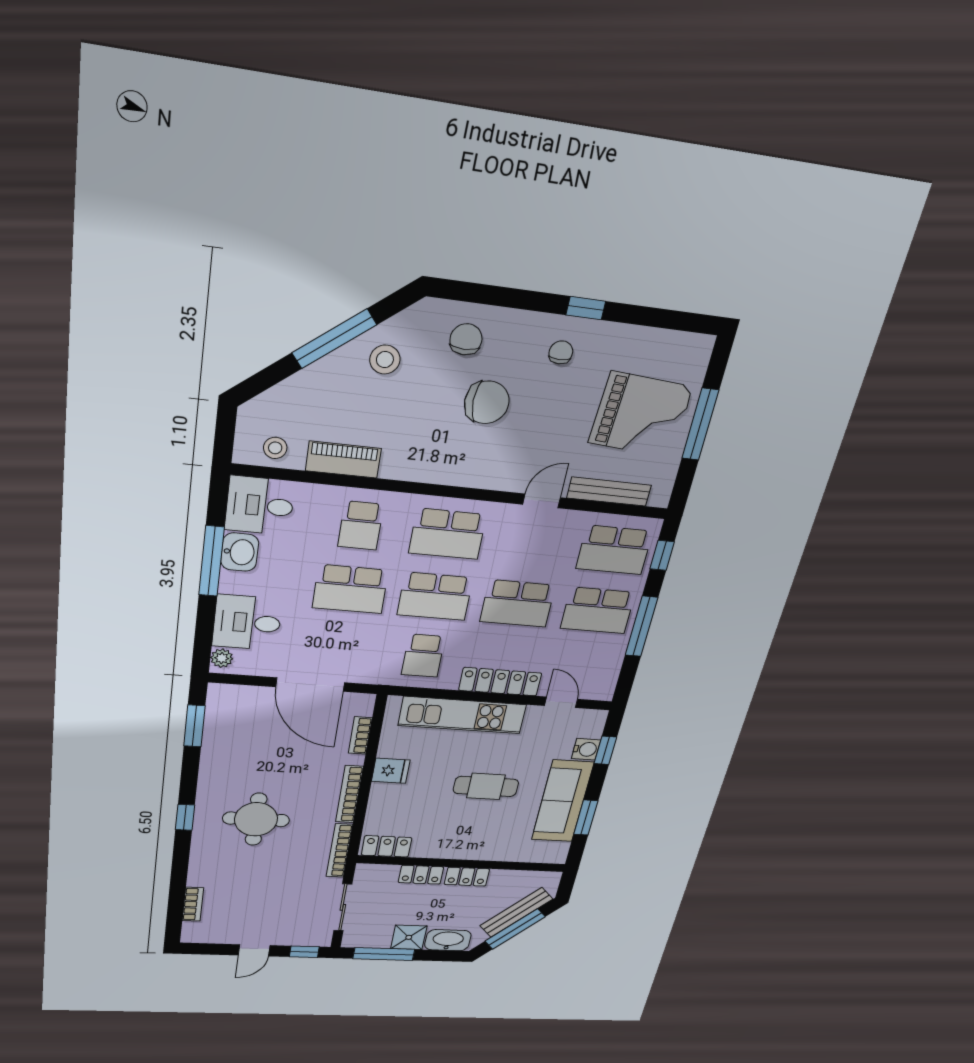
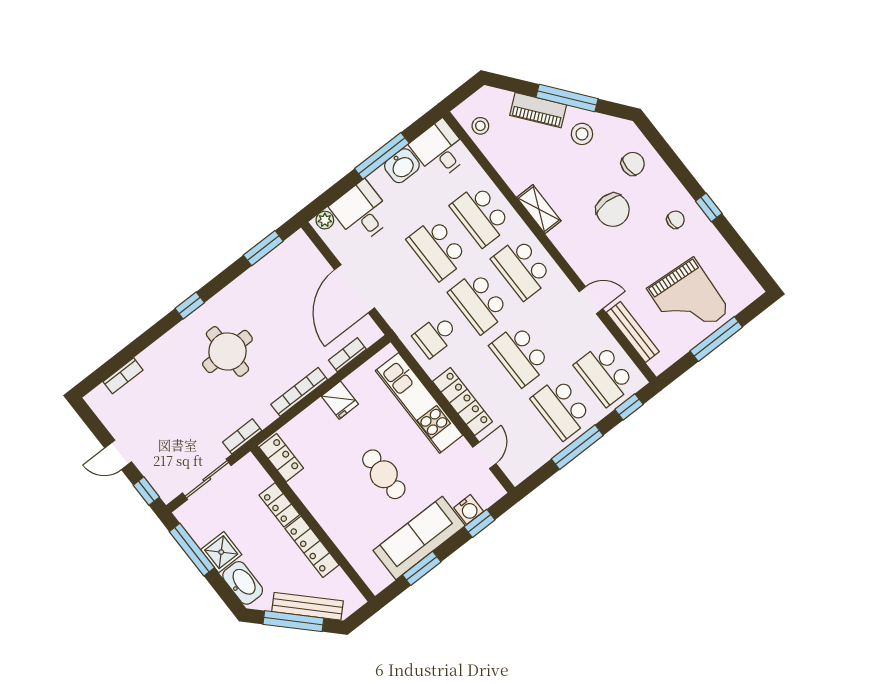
piano: (343, 460) -> (538, 110), moved, turned 142
shelving: (412, 469) -> (539, 209), added
school desk: (361, 525) -> (481, 215), width x1.85
bookcase: (339, 851) -> (242, 436), width x0.64
locker: (467, 877) -> (312, 547), width x1.53

